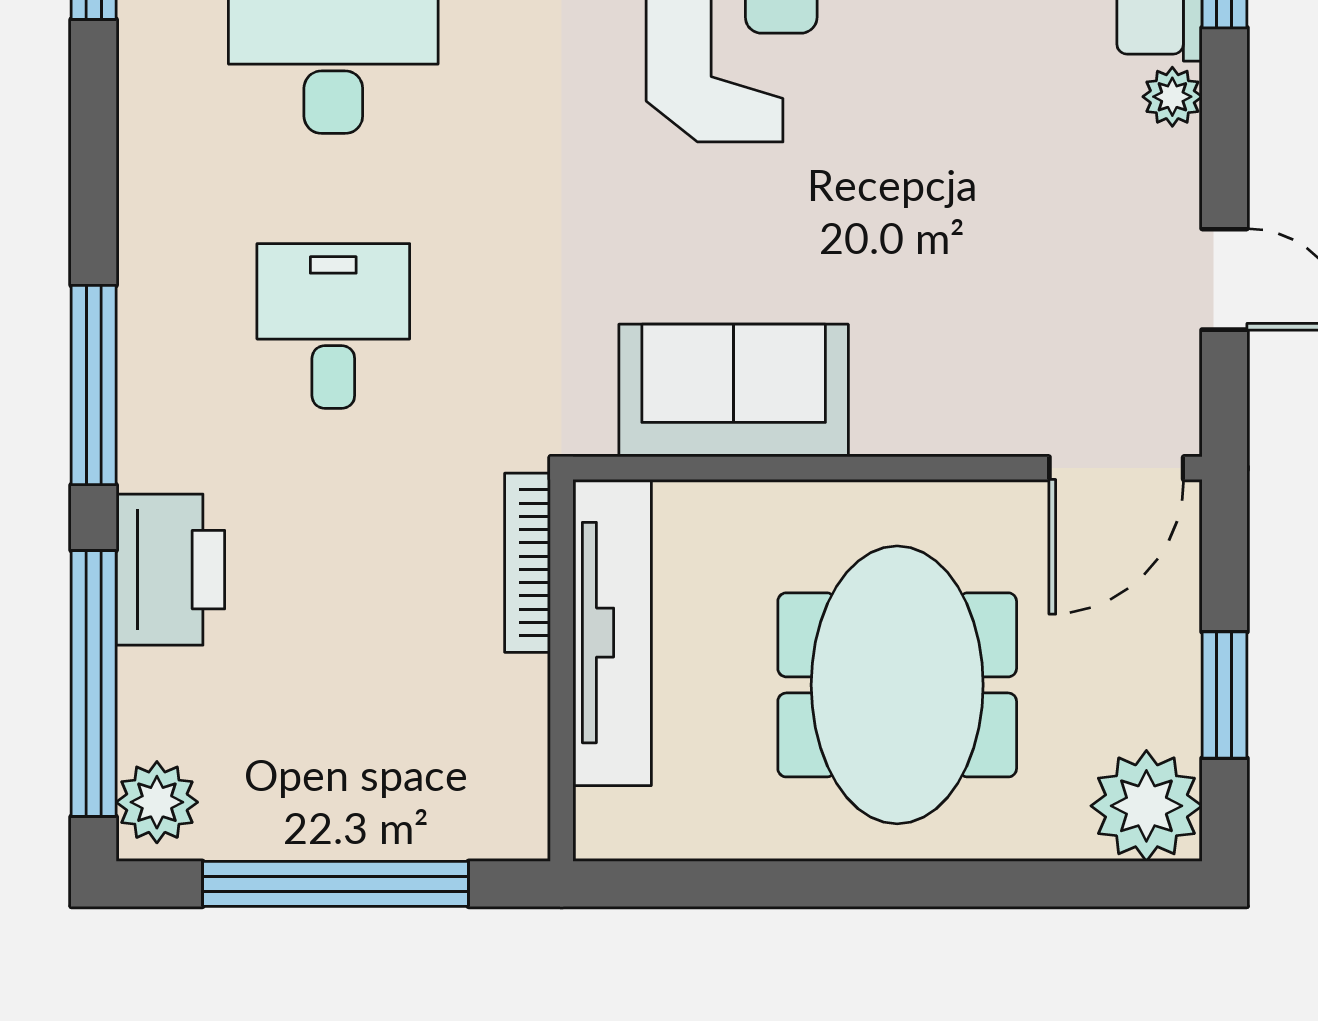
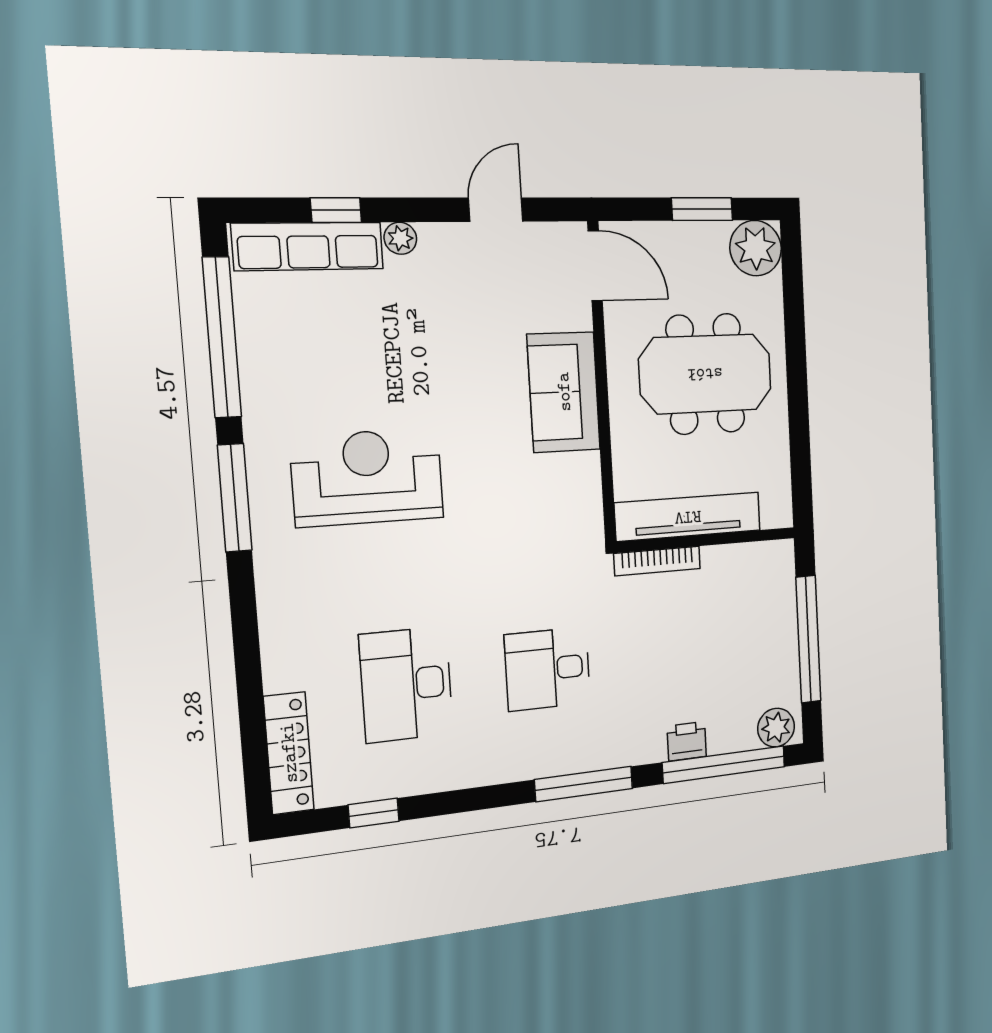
sofa: (734, 391) -> (564, 392), moved
printer: (170, 570) -> (687, 741), width x0.53, depth x0.68

